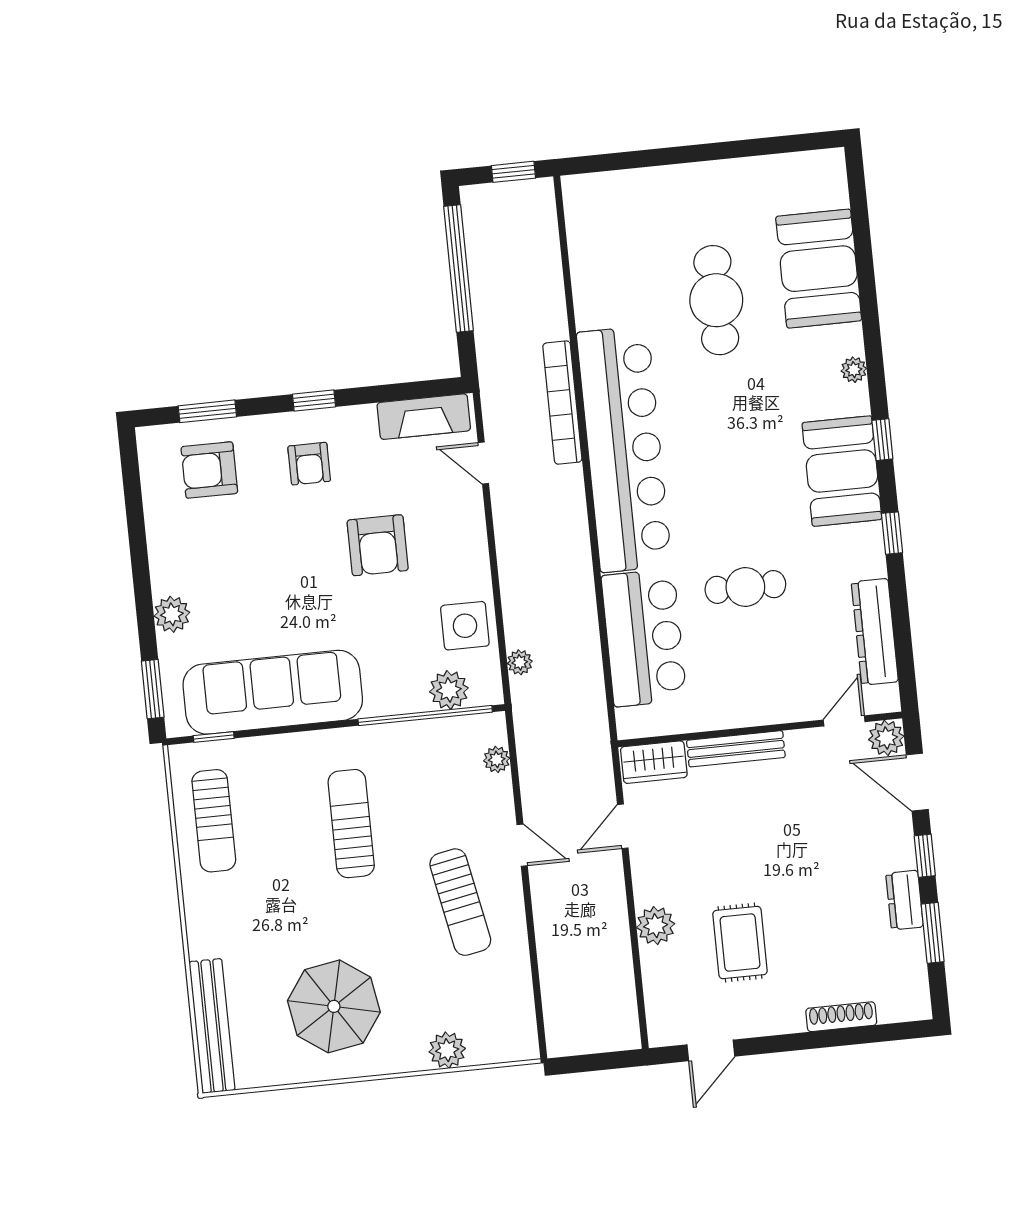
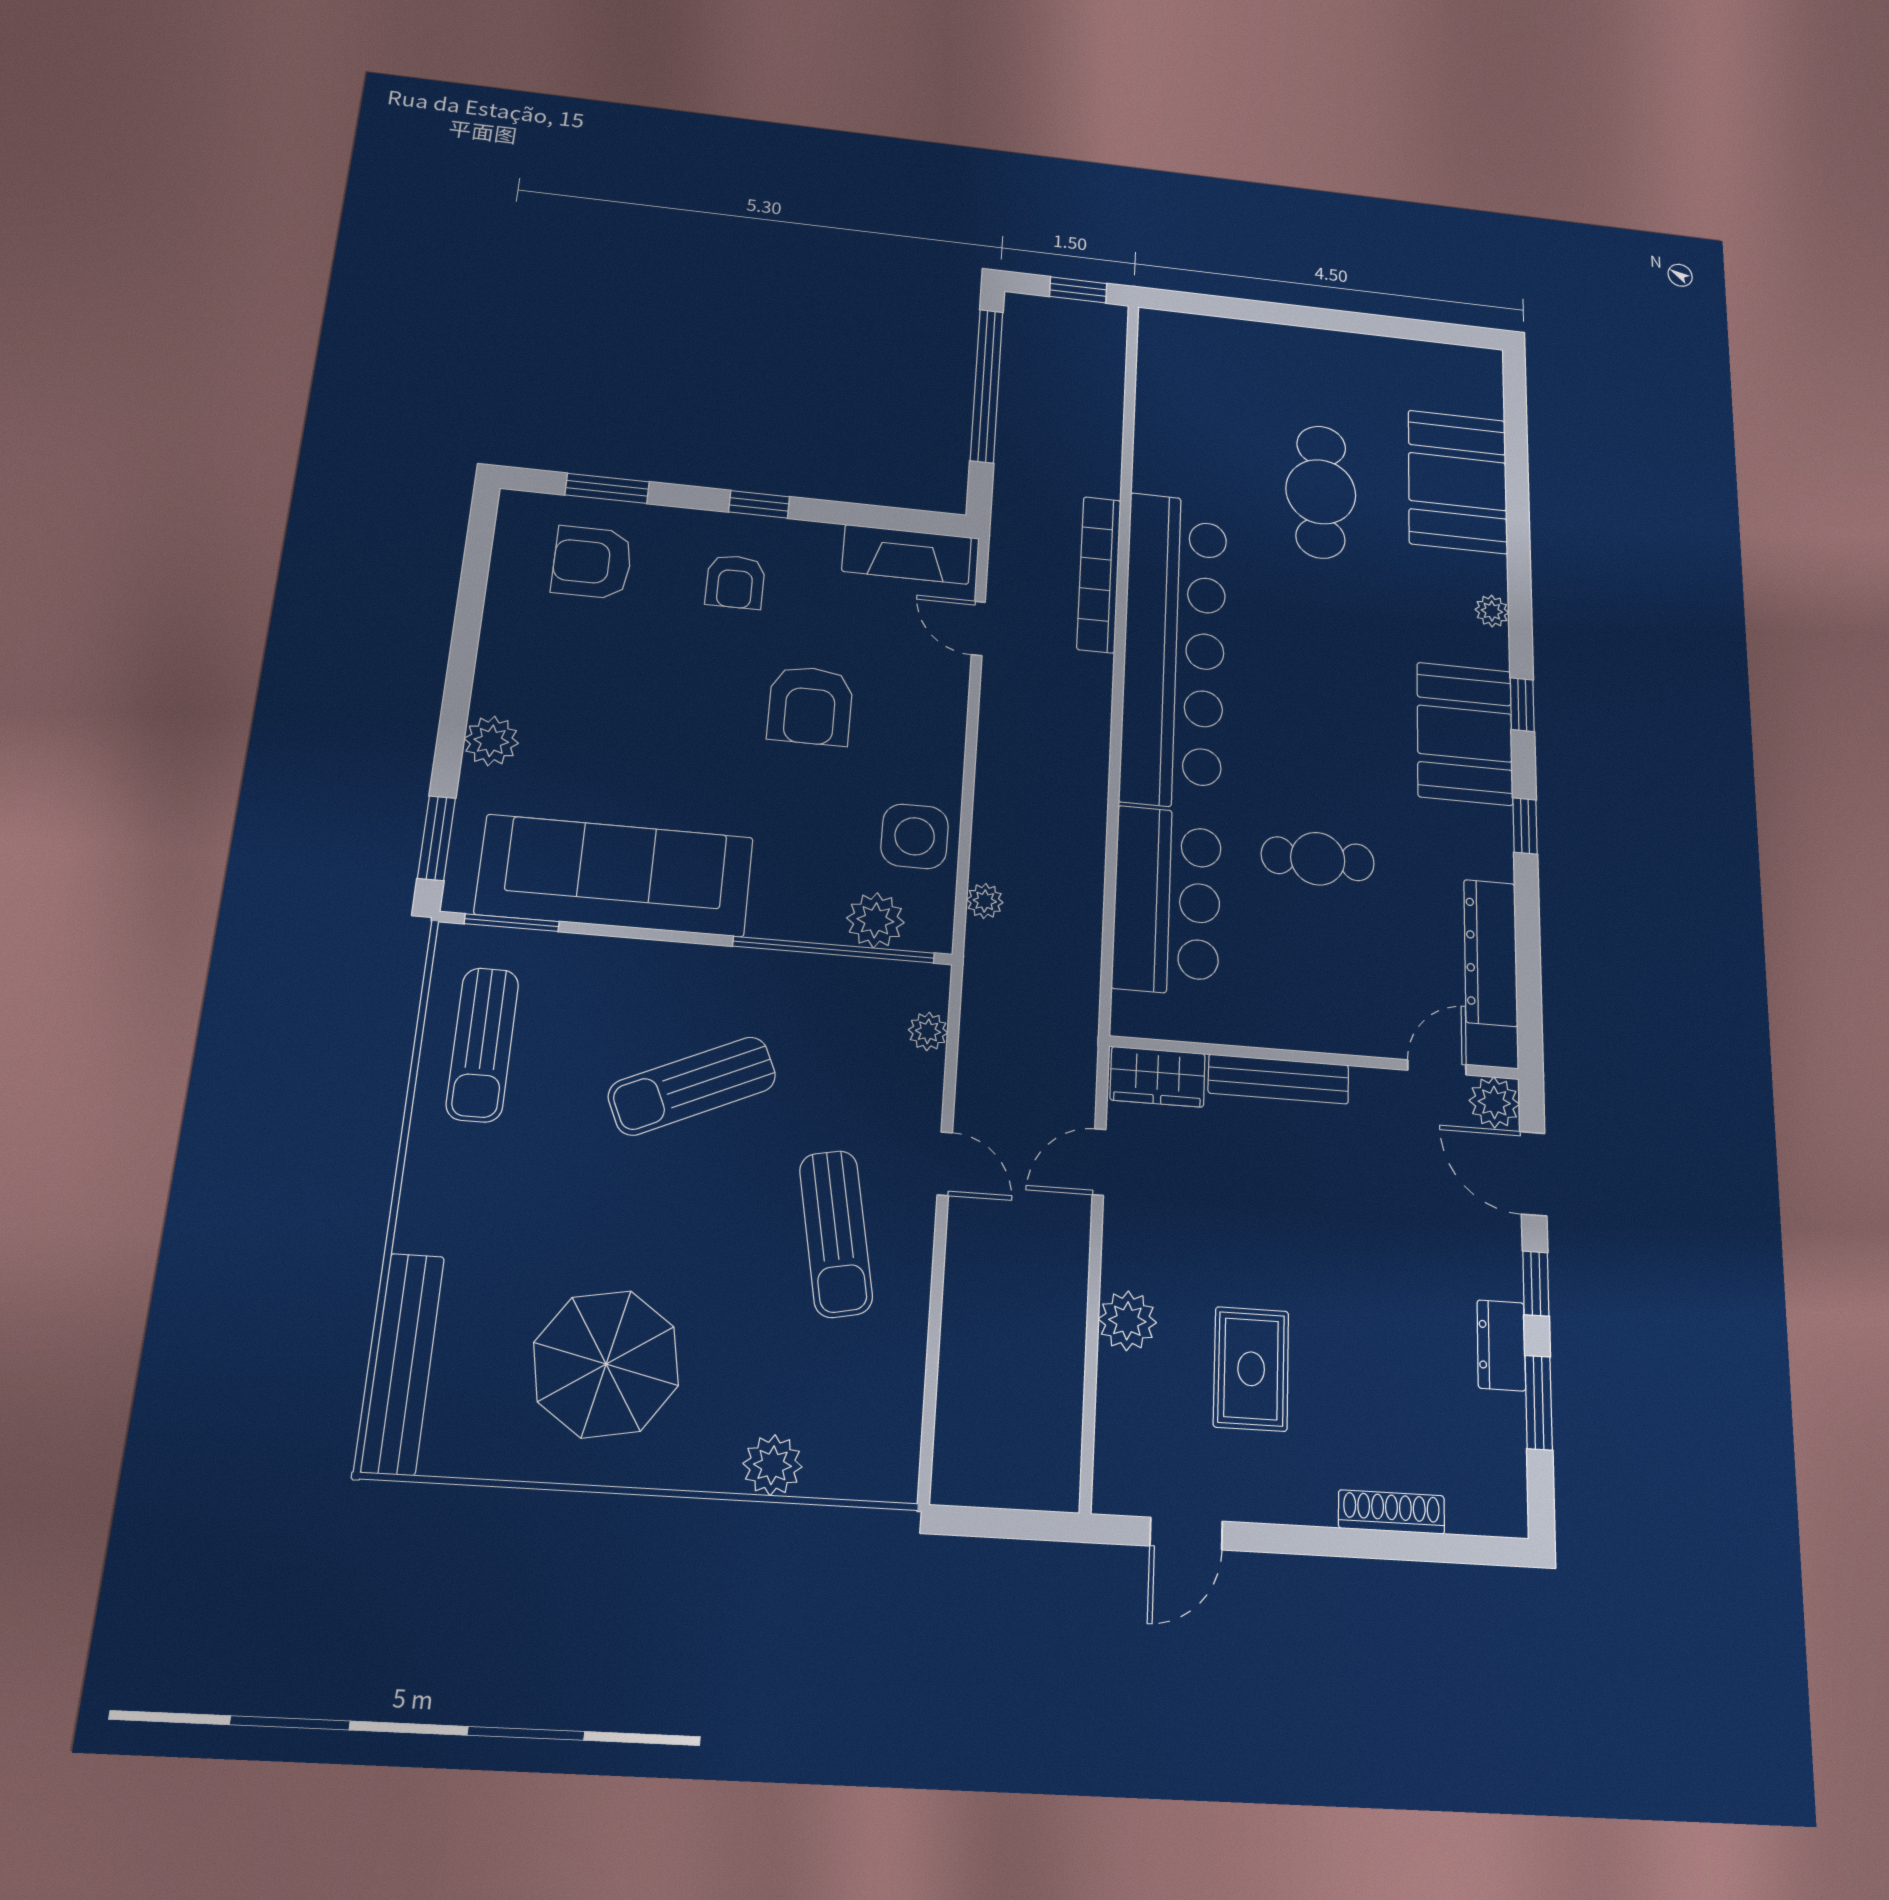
window: (214, 737) -> (512, 923), width x1.50
sun lounger: (351, 824) -> (692, 1086), turned -114

